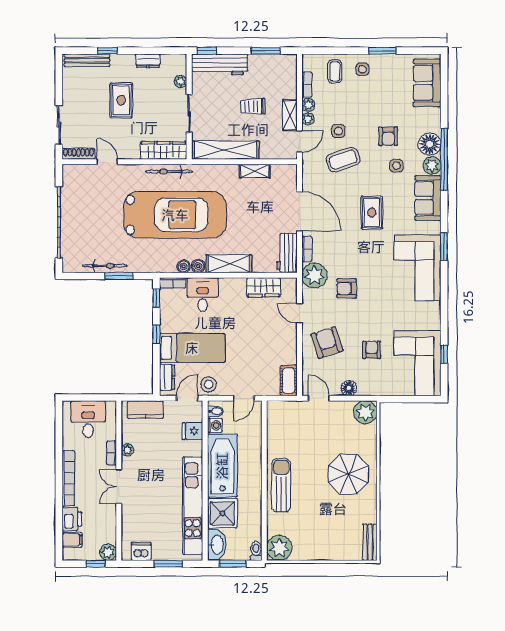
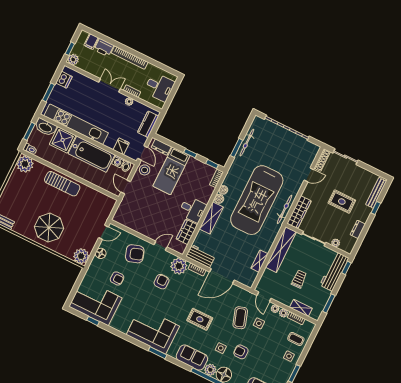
shelving: (290, 115) -> (301, 308), moved
desk: (203, 294) -> (192, 209), moved
cot: (289, 381) -> (123, 219), removed

